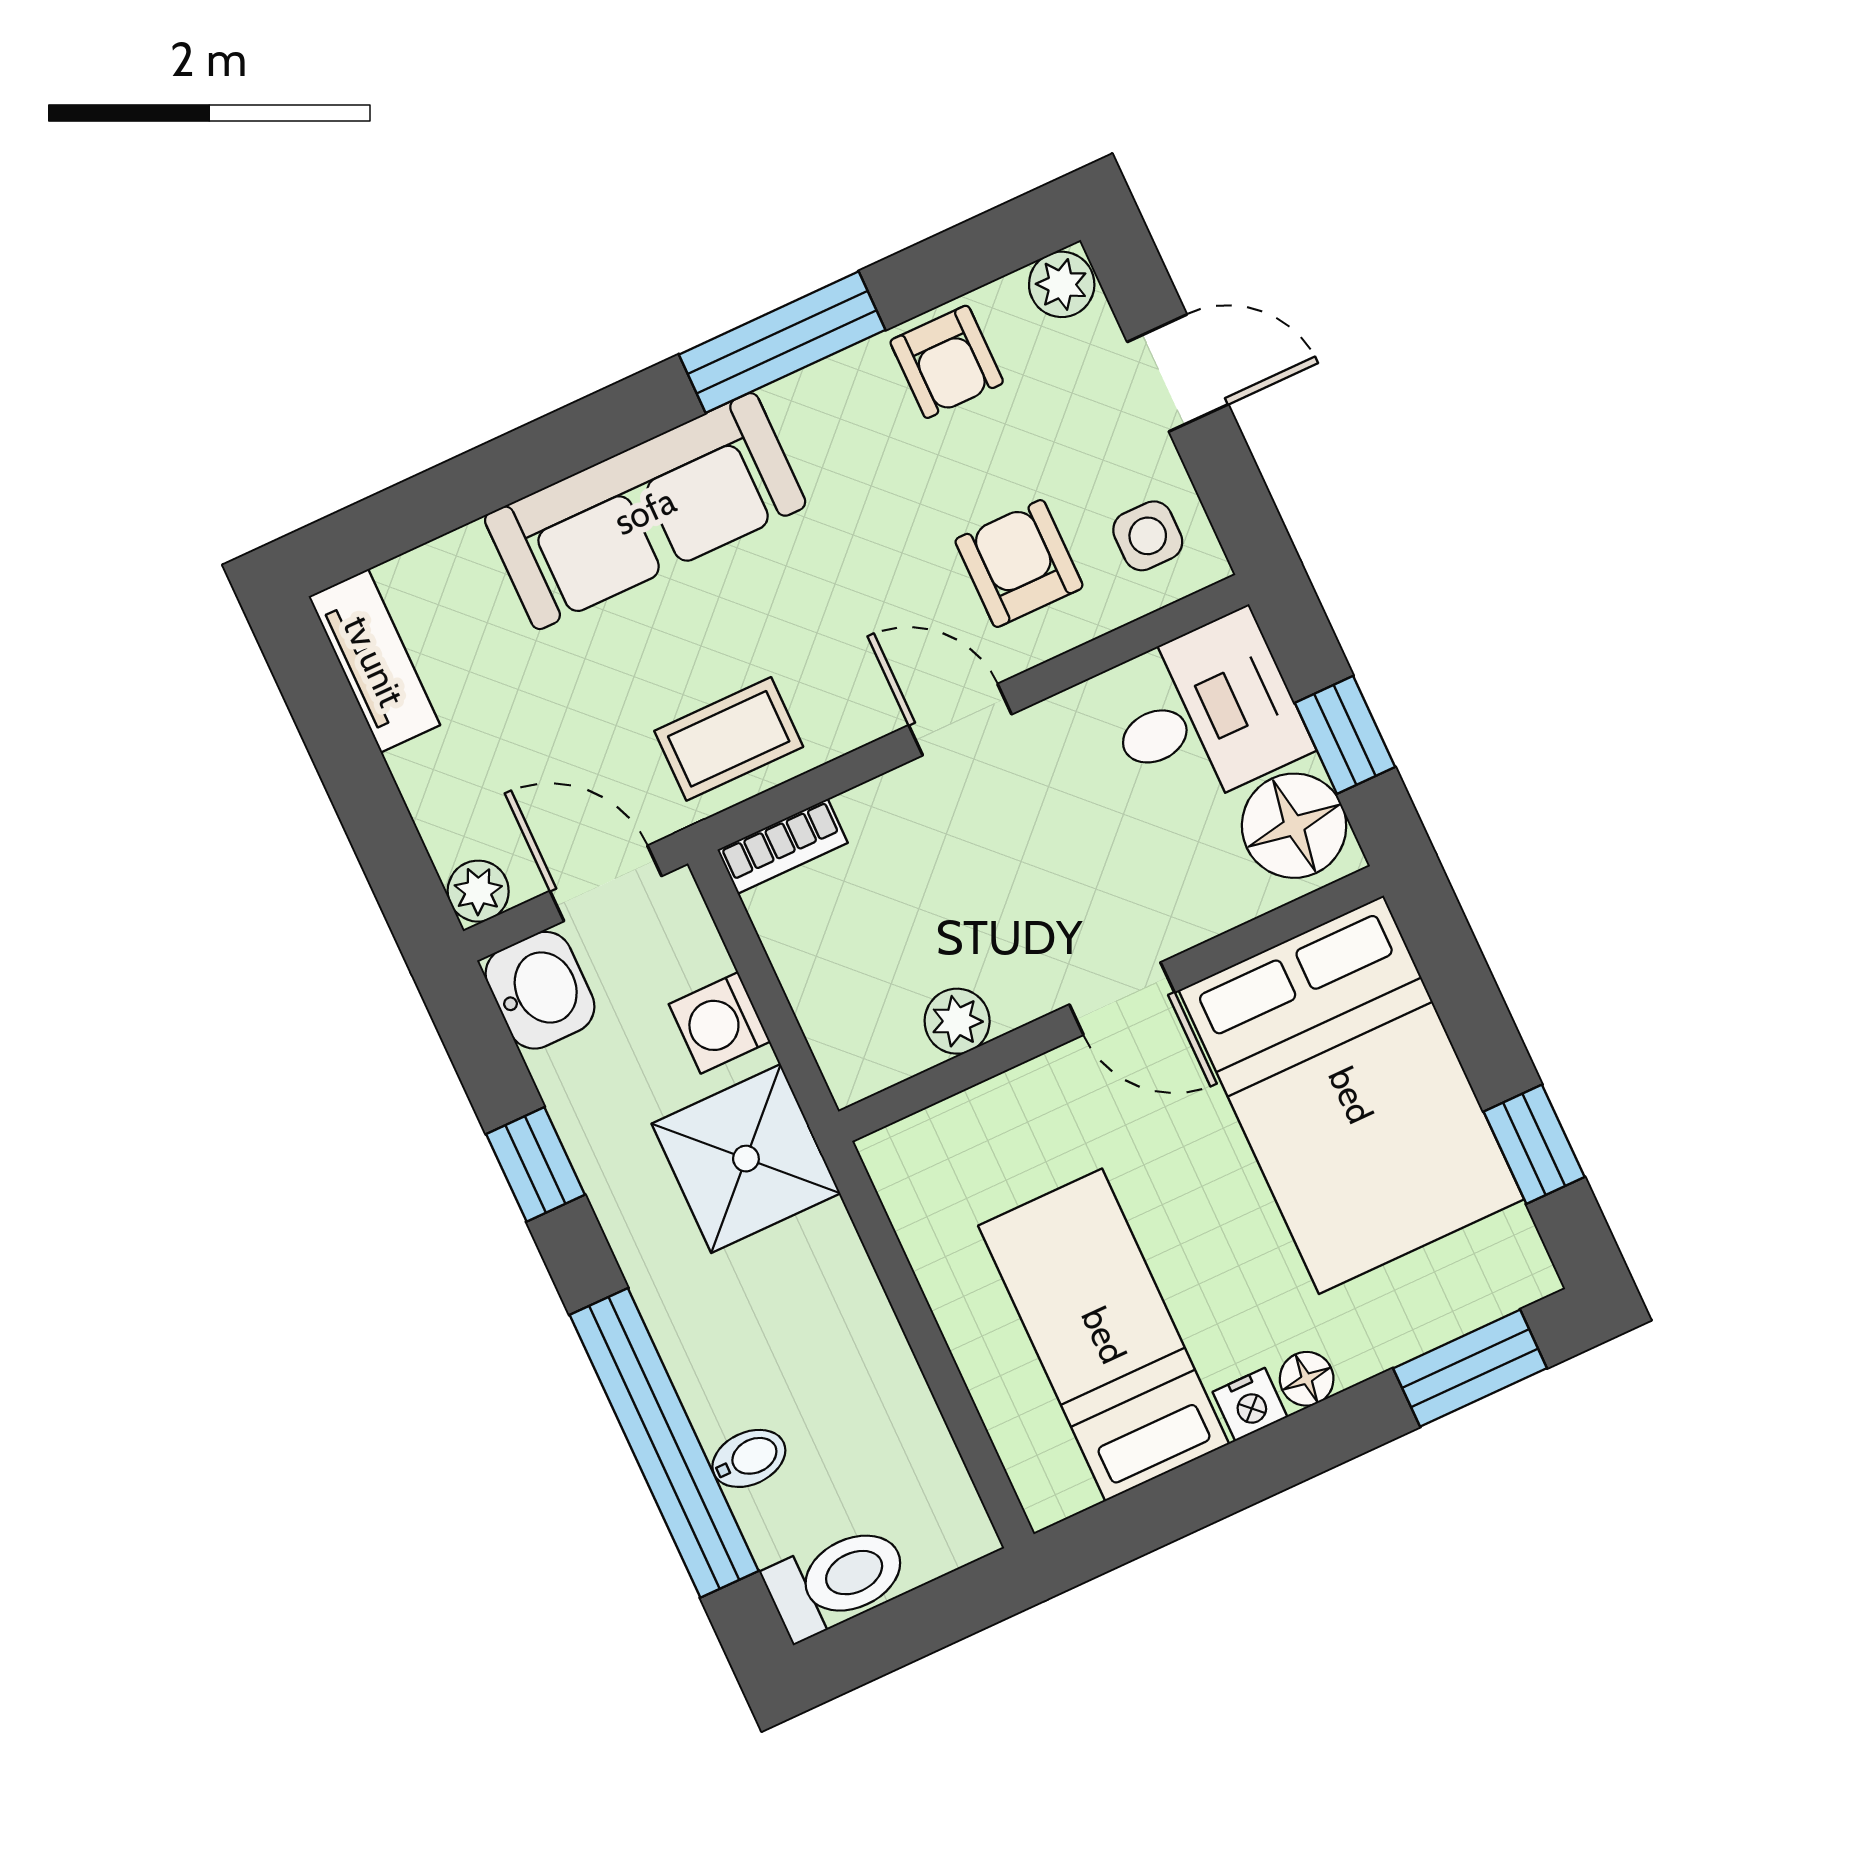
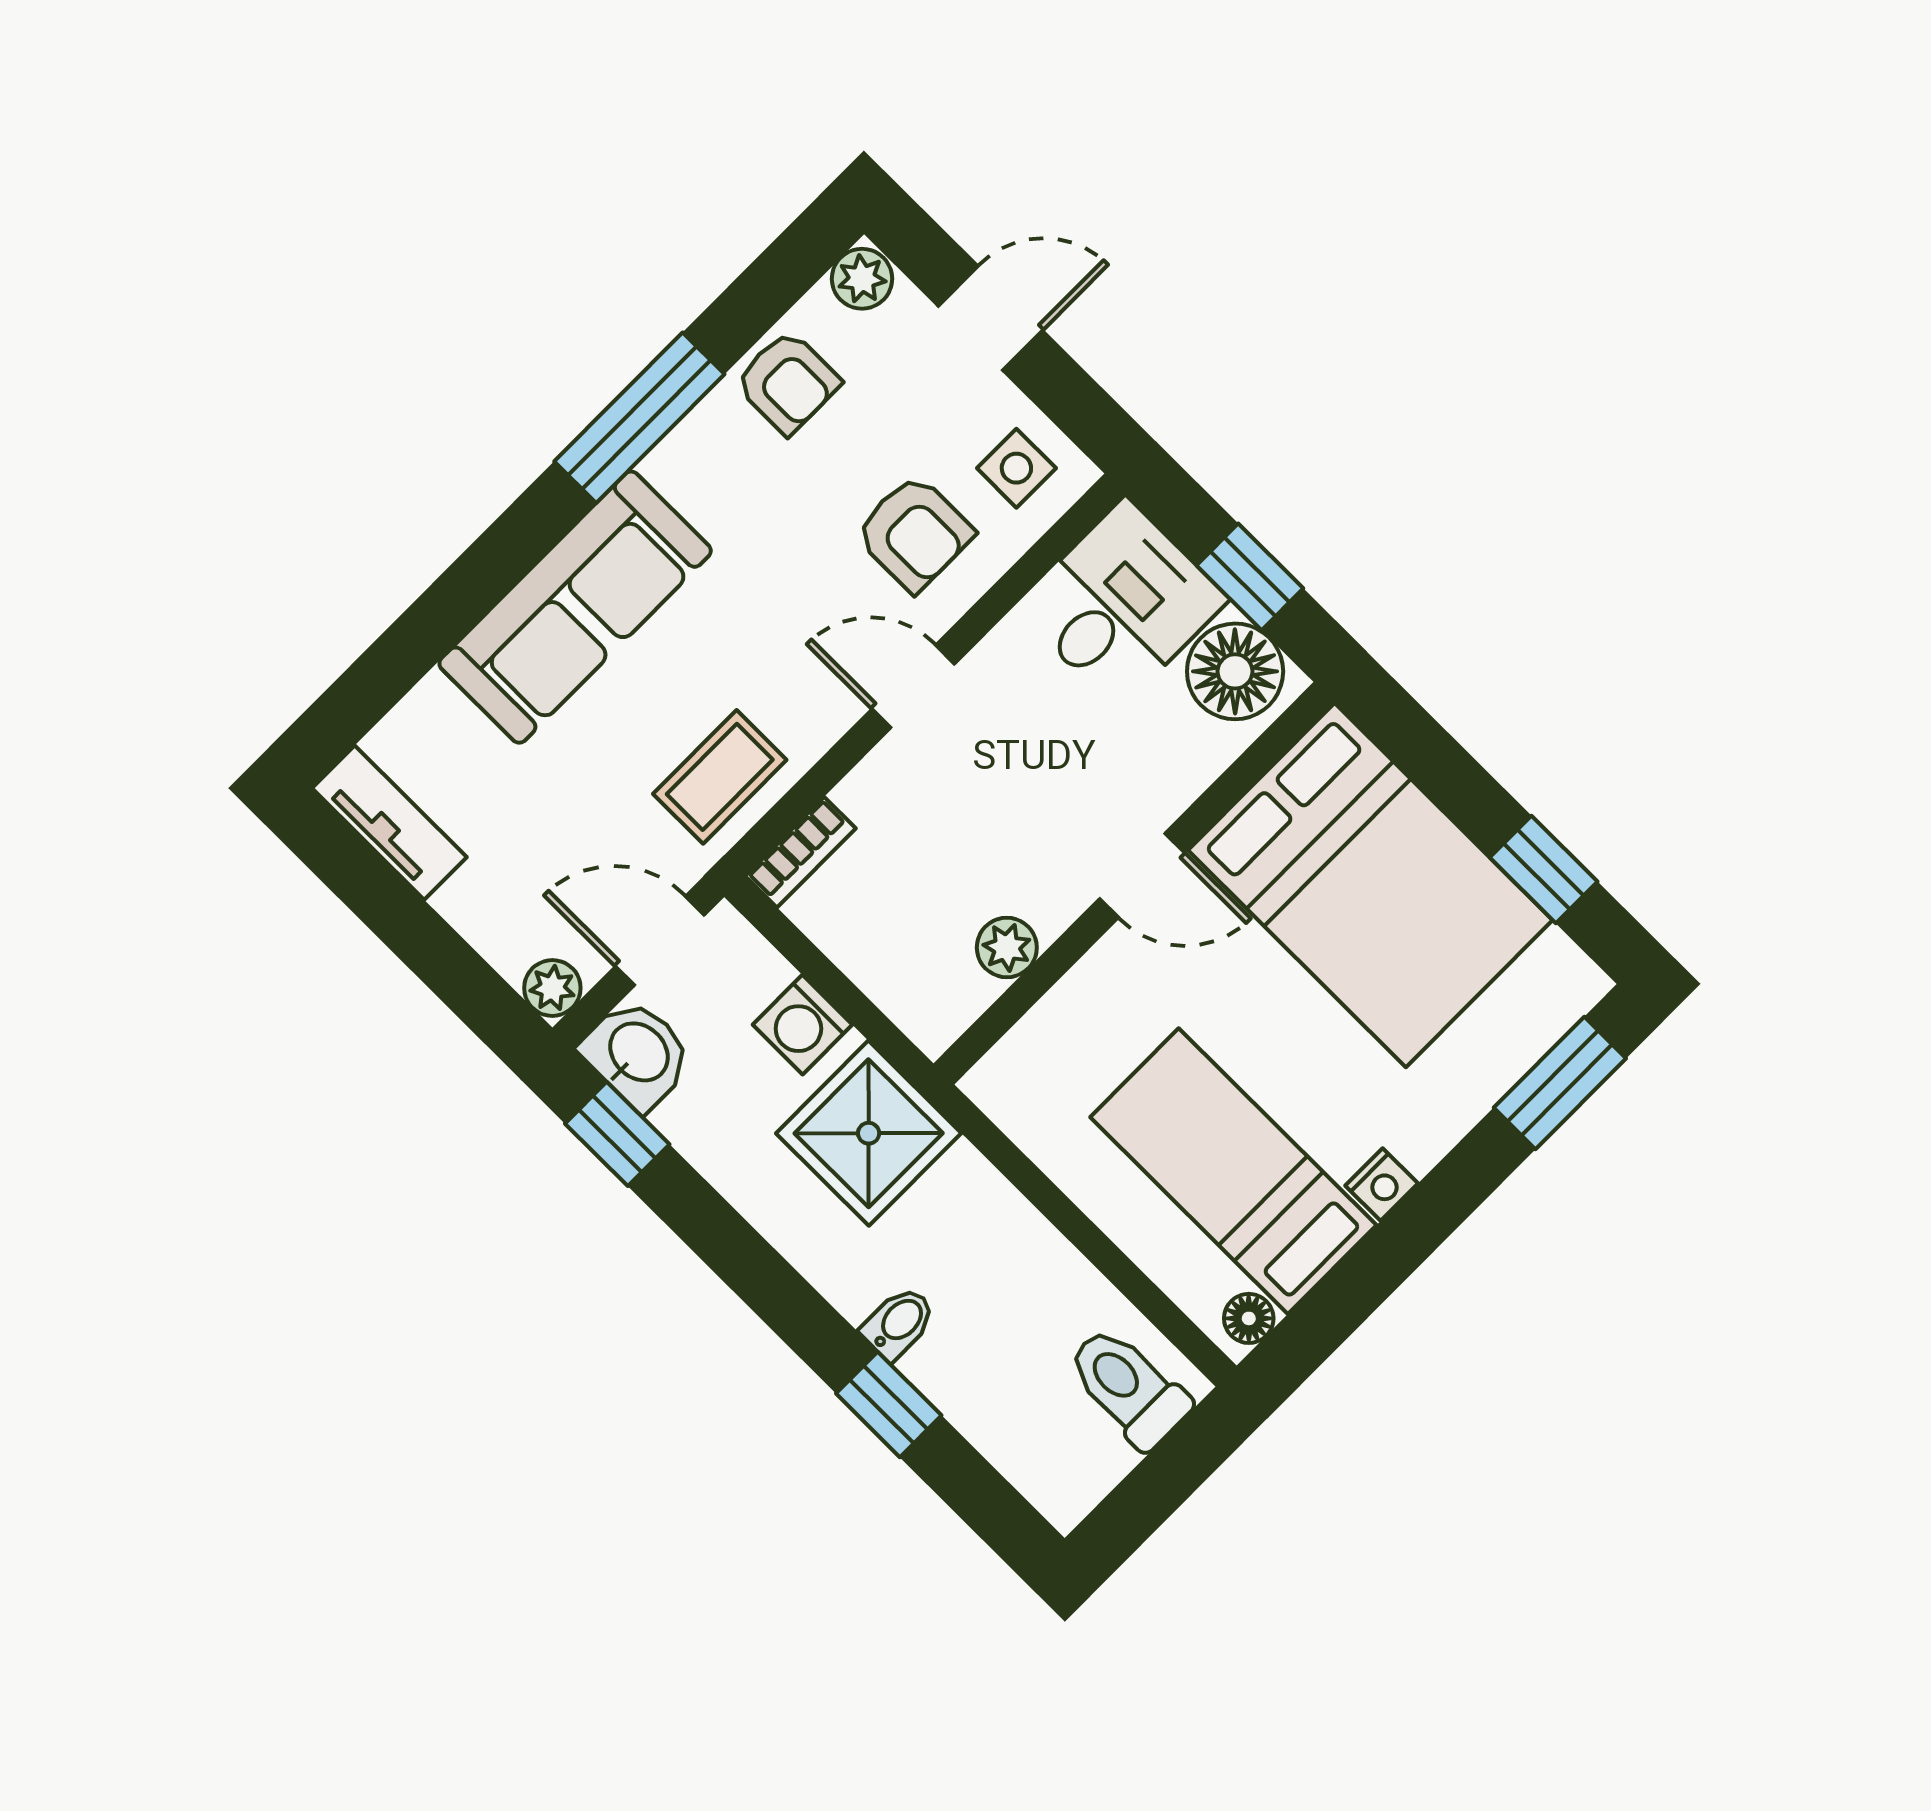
armchair: (1019, 564) -> (914, 533), turned 180
window: (535, 1164) -> (617, 1134), moved
floor lamp: (1307, 1379) -> (1249, 1318), moved
window: (664, 1443) -> (889, 1404), width x0.32
bidet: (749, 1458) -> (899, 1323), moved
toilet: (837, 1580) -> (1128, 1387), moved, turned -90

